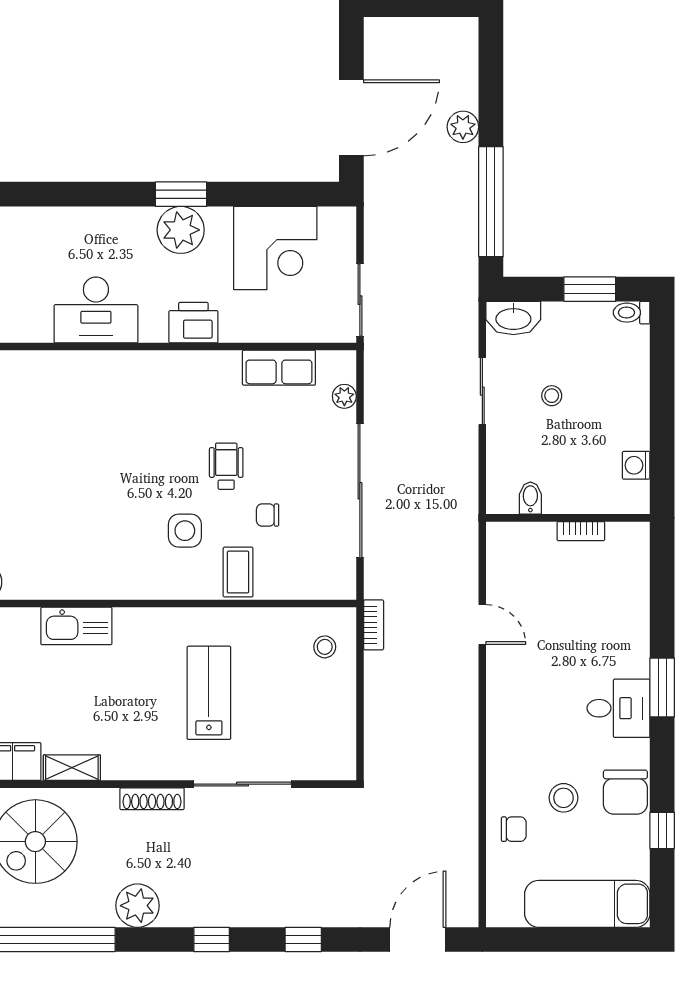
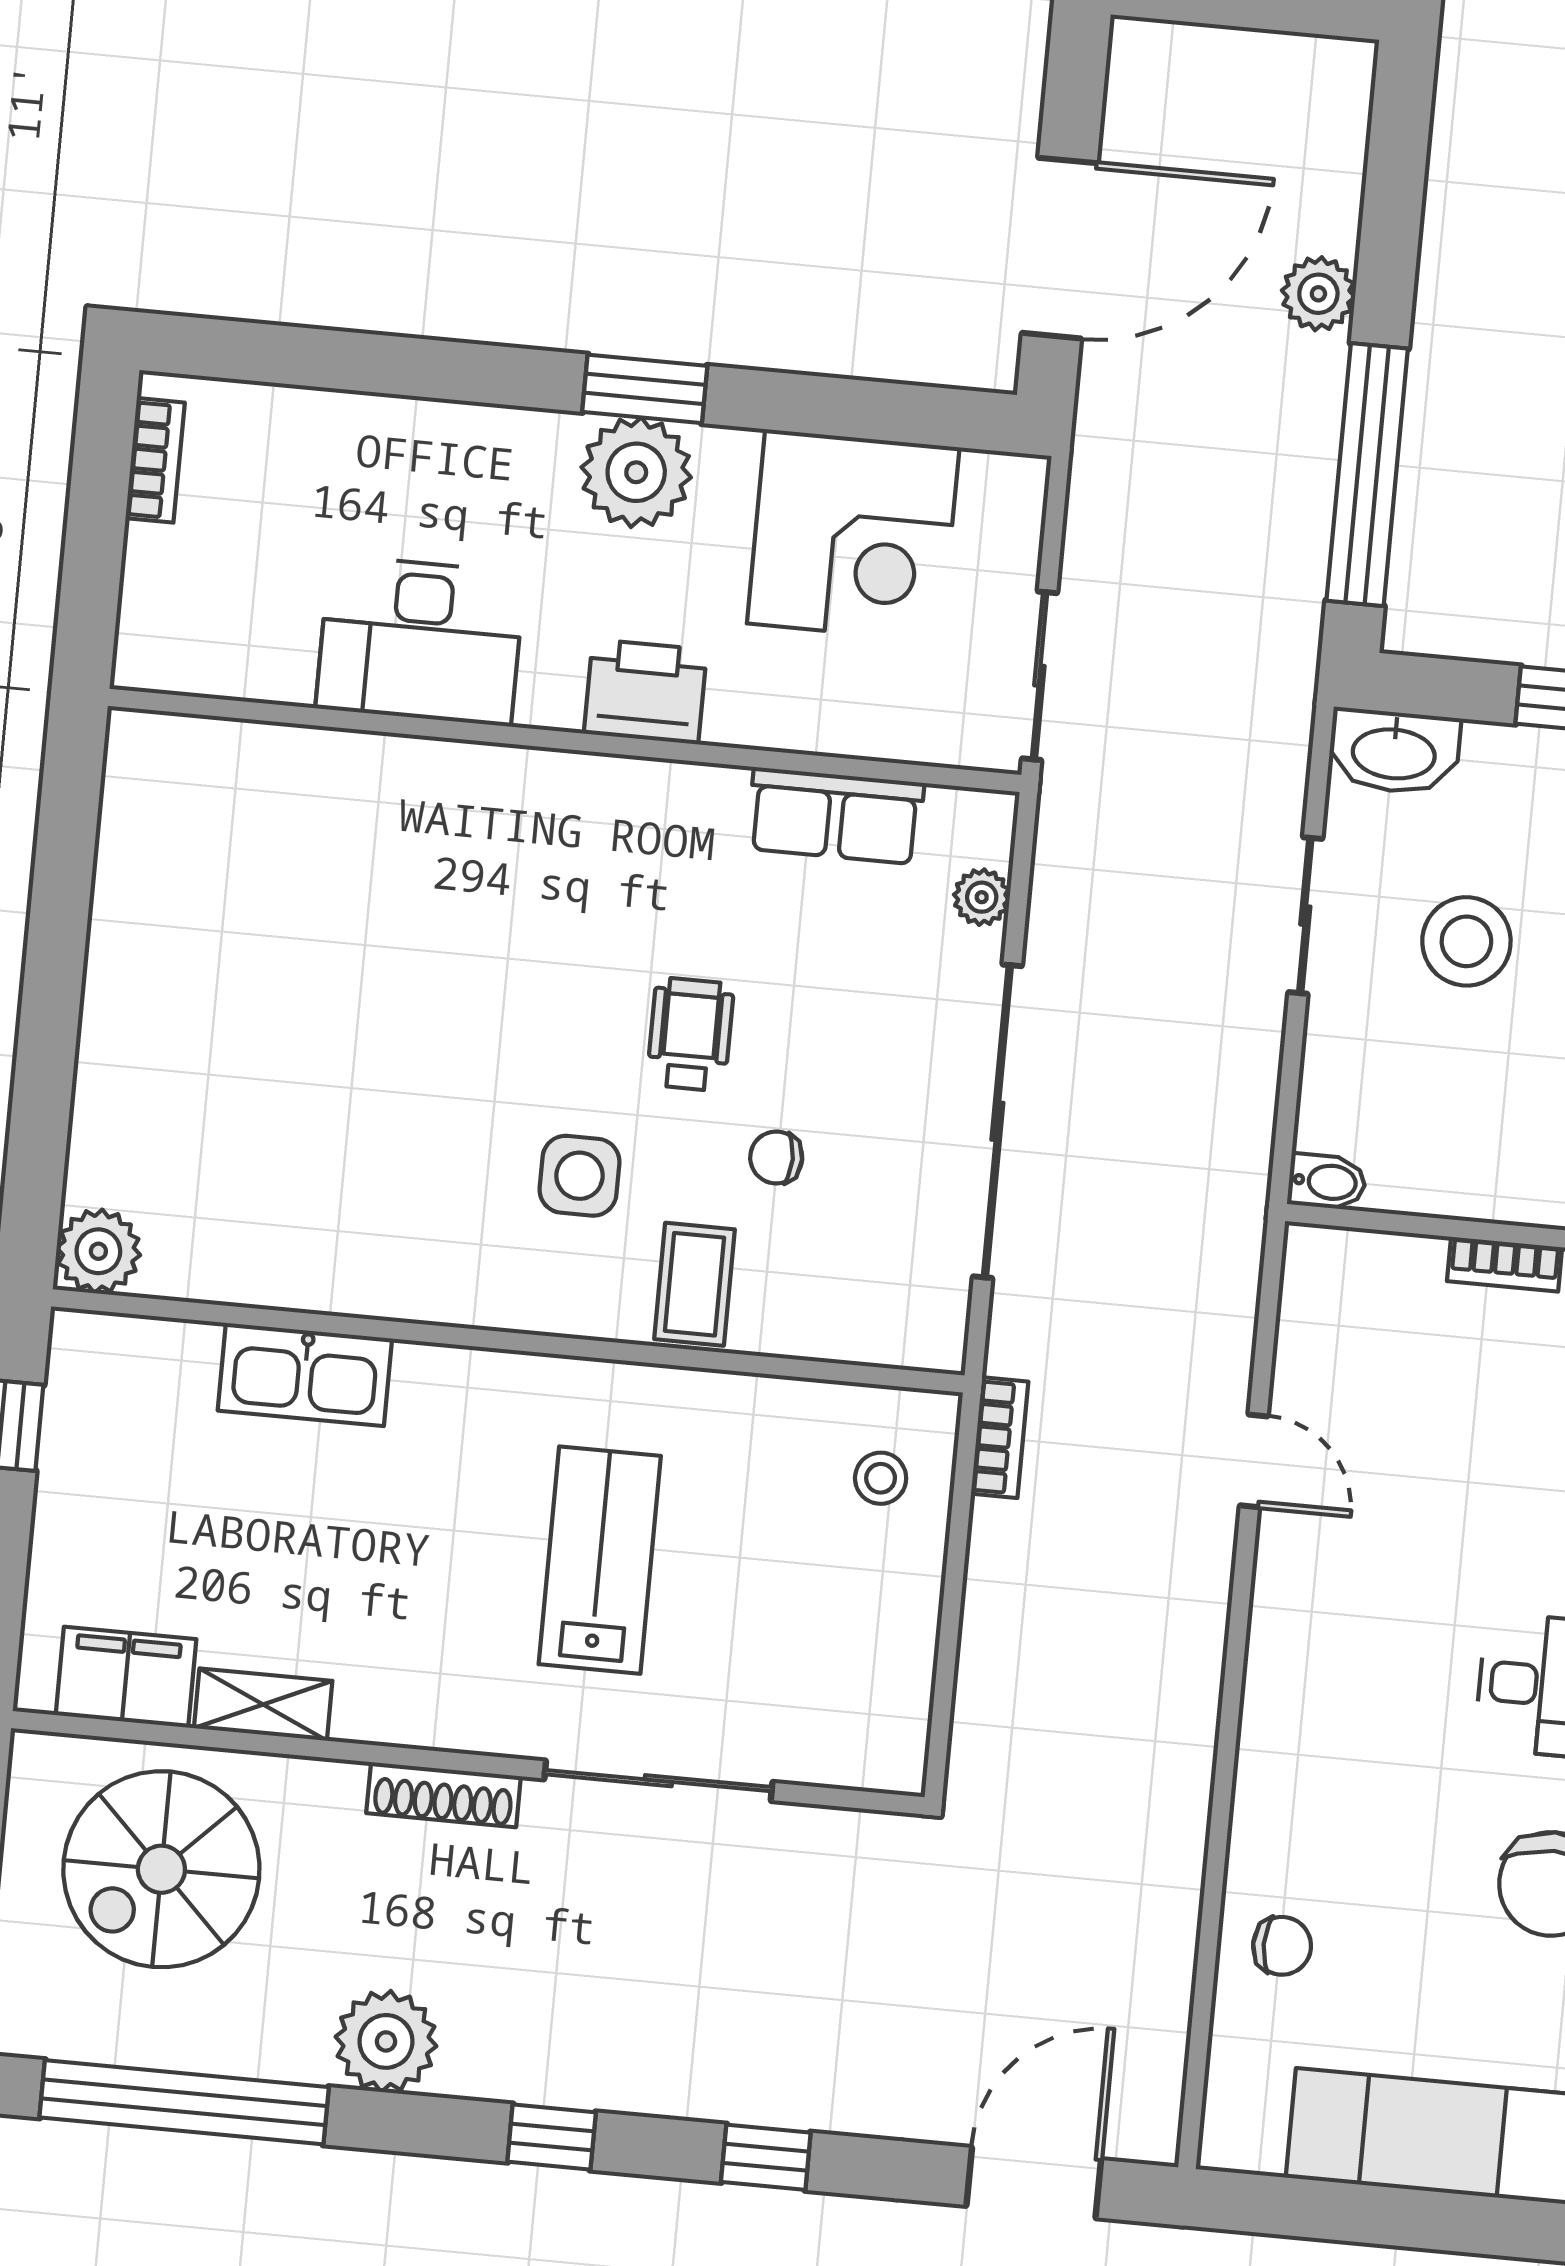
stool: (552, 396) -> (1466, 941), width x1.89, depth x1.89
bidet: (530, 498) -> (1327, 1182), moved, turned 90
stool: (564, 798) -> (1405, 1884), removed

